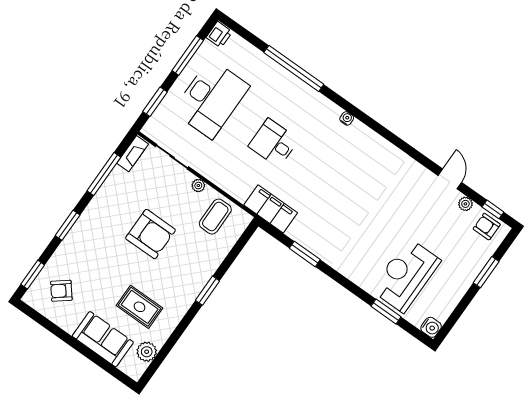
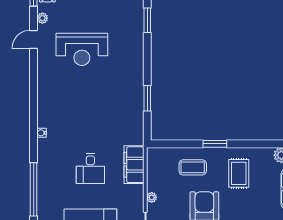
filing cabinet: (271, 209) -> (134, 165), moved
coffee table: (215, 217) -> (193, 167), moved
reception desk: (406, 275) -> (82, 49), moved
rug: (140, 307) -> (239, 173), moved

